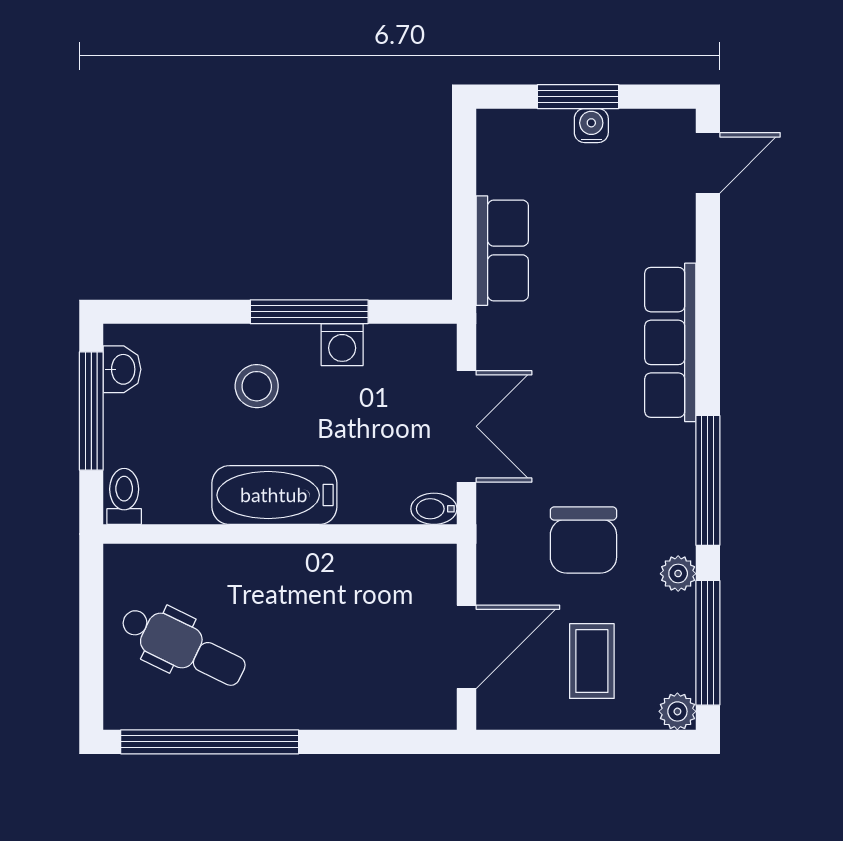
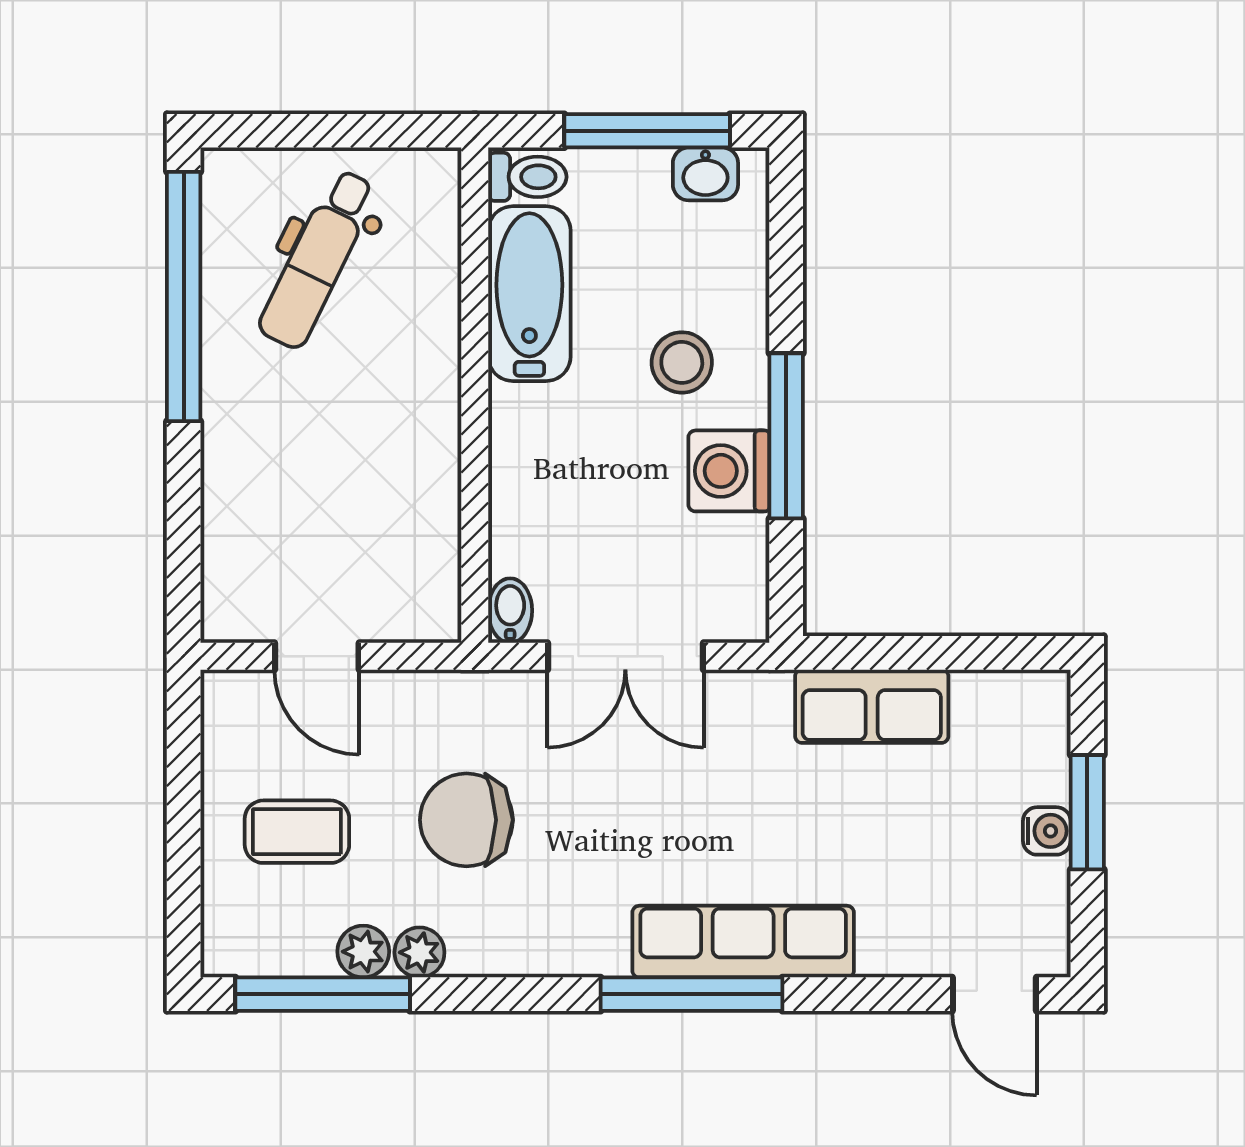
washing machine: (342, 345) -> (729, 471), width x1.38, depth x1.38
window: (708, 480) -> (692, 994), moved
bathtub: (274, 495) -> (529, 294), moved
door: (467, 647) -> (317, 656), width x0.73
plant: (677, 711) -> (363, 952), moved

